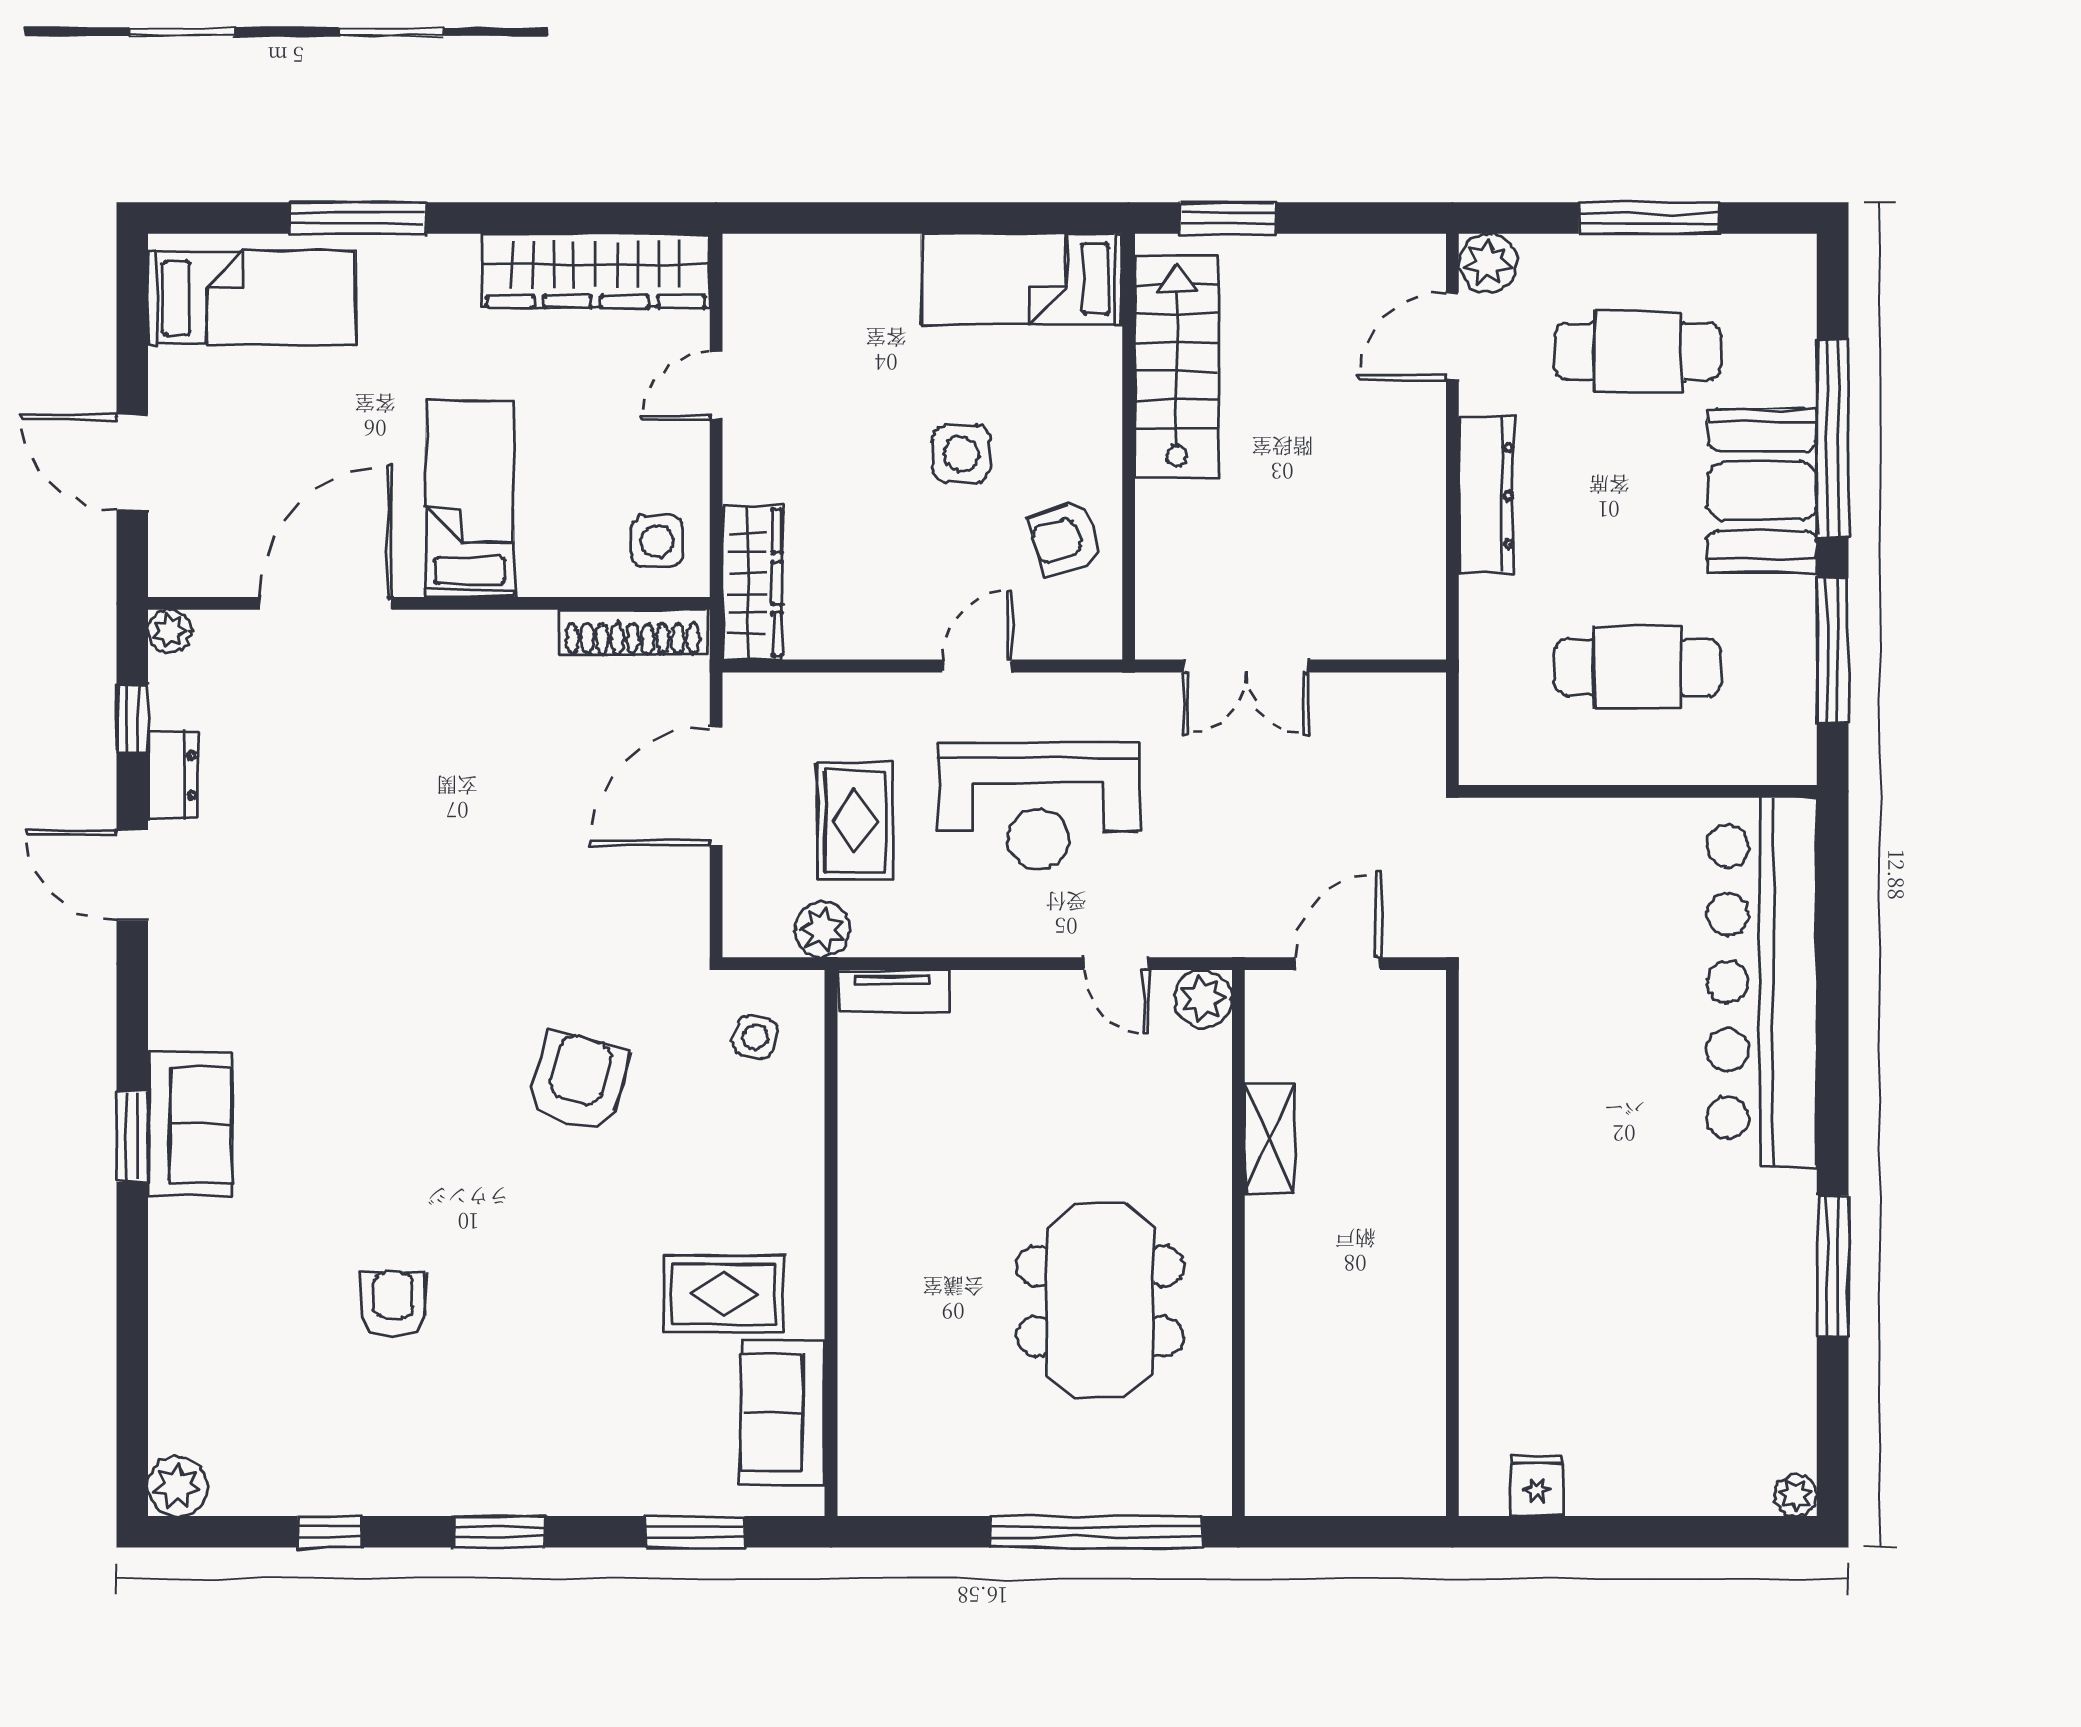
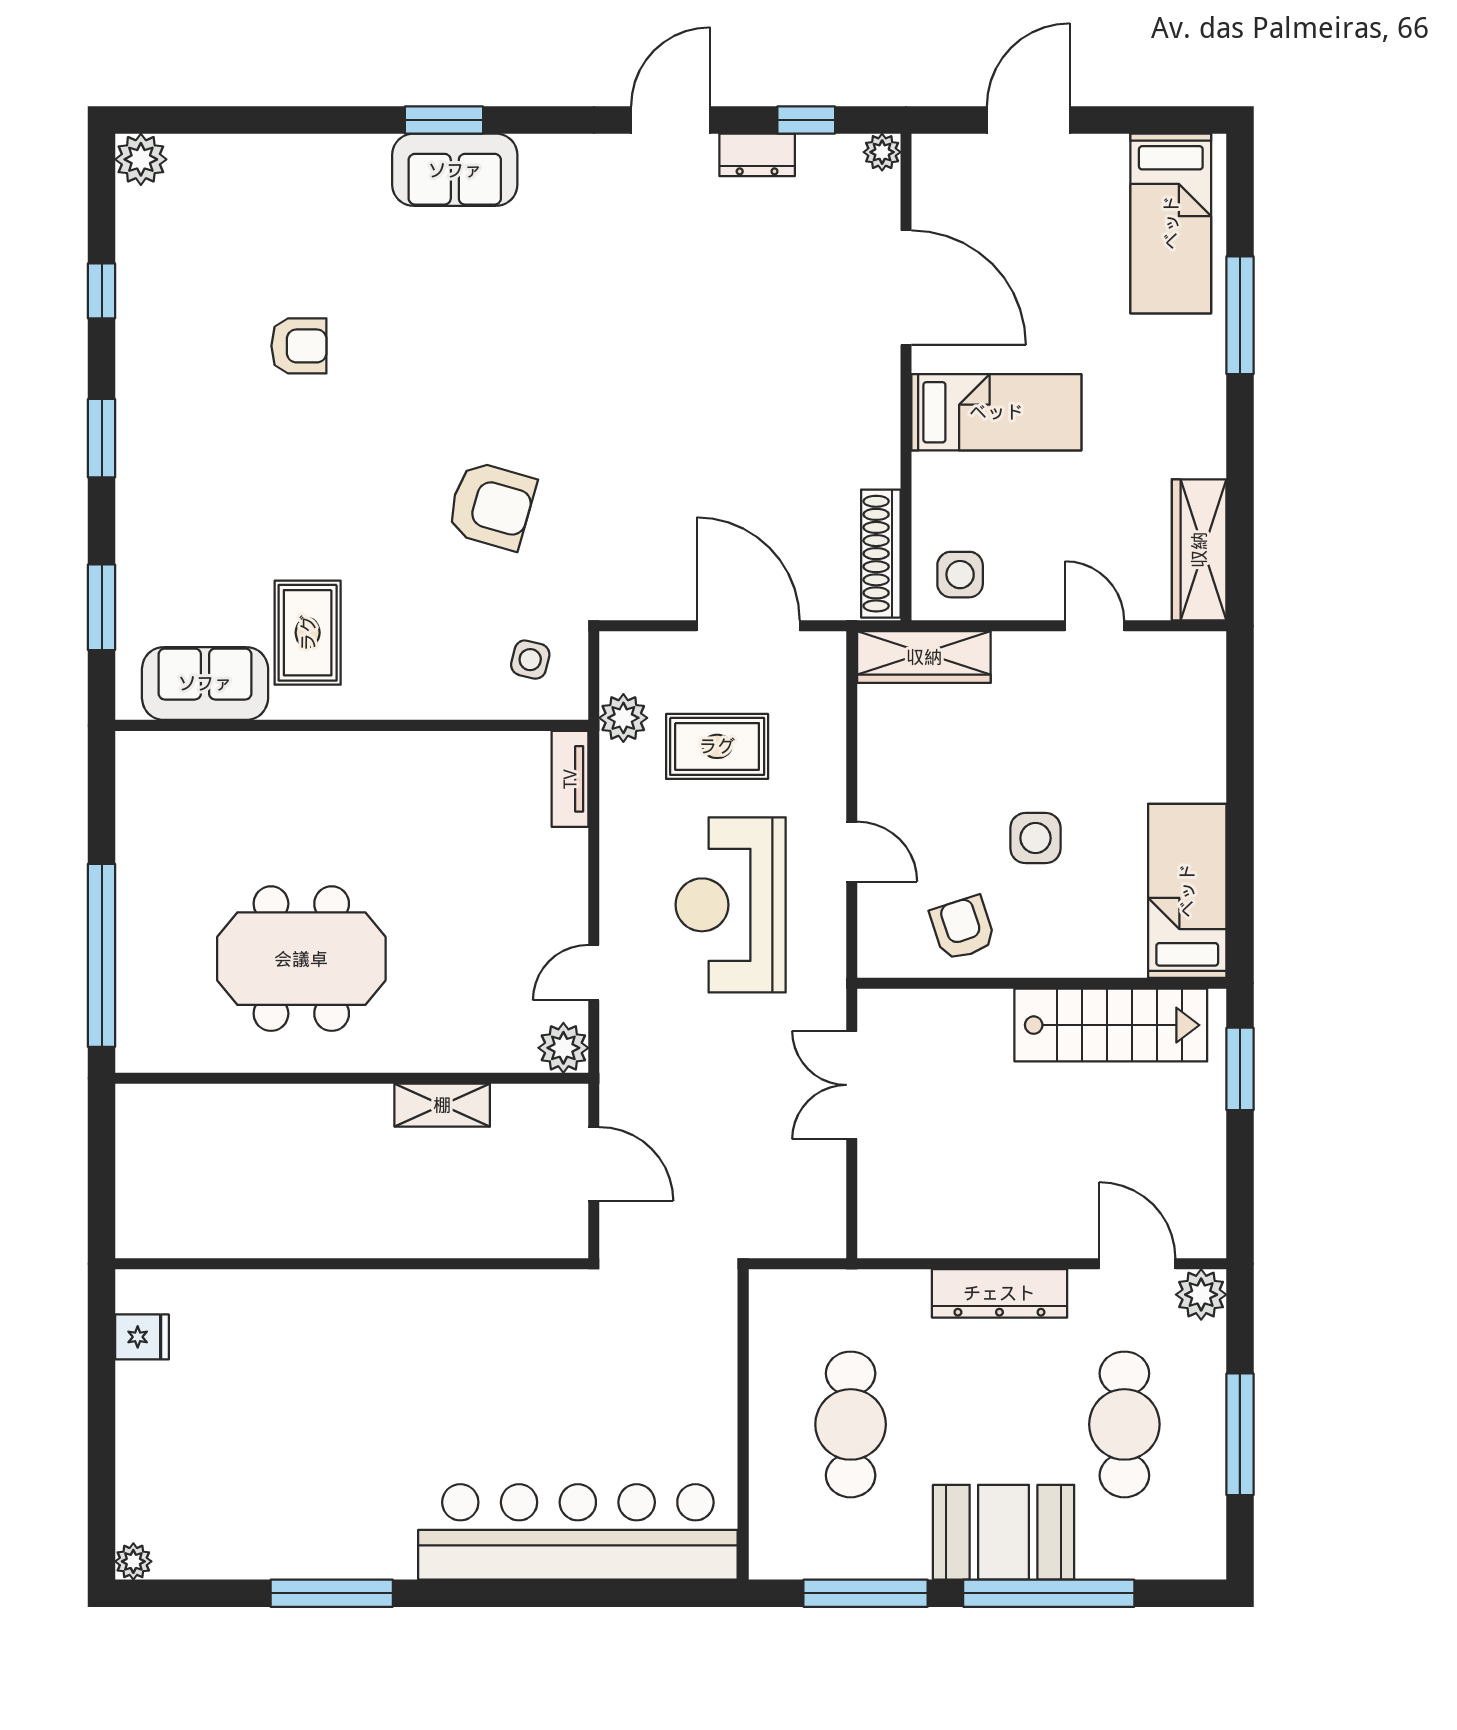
wardrobe: (596, 271) -> (1199, 550), width x0.71, depth x0.85

